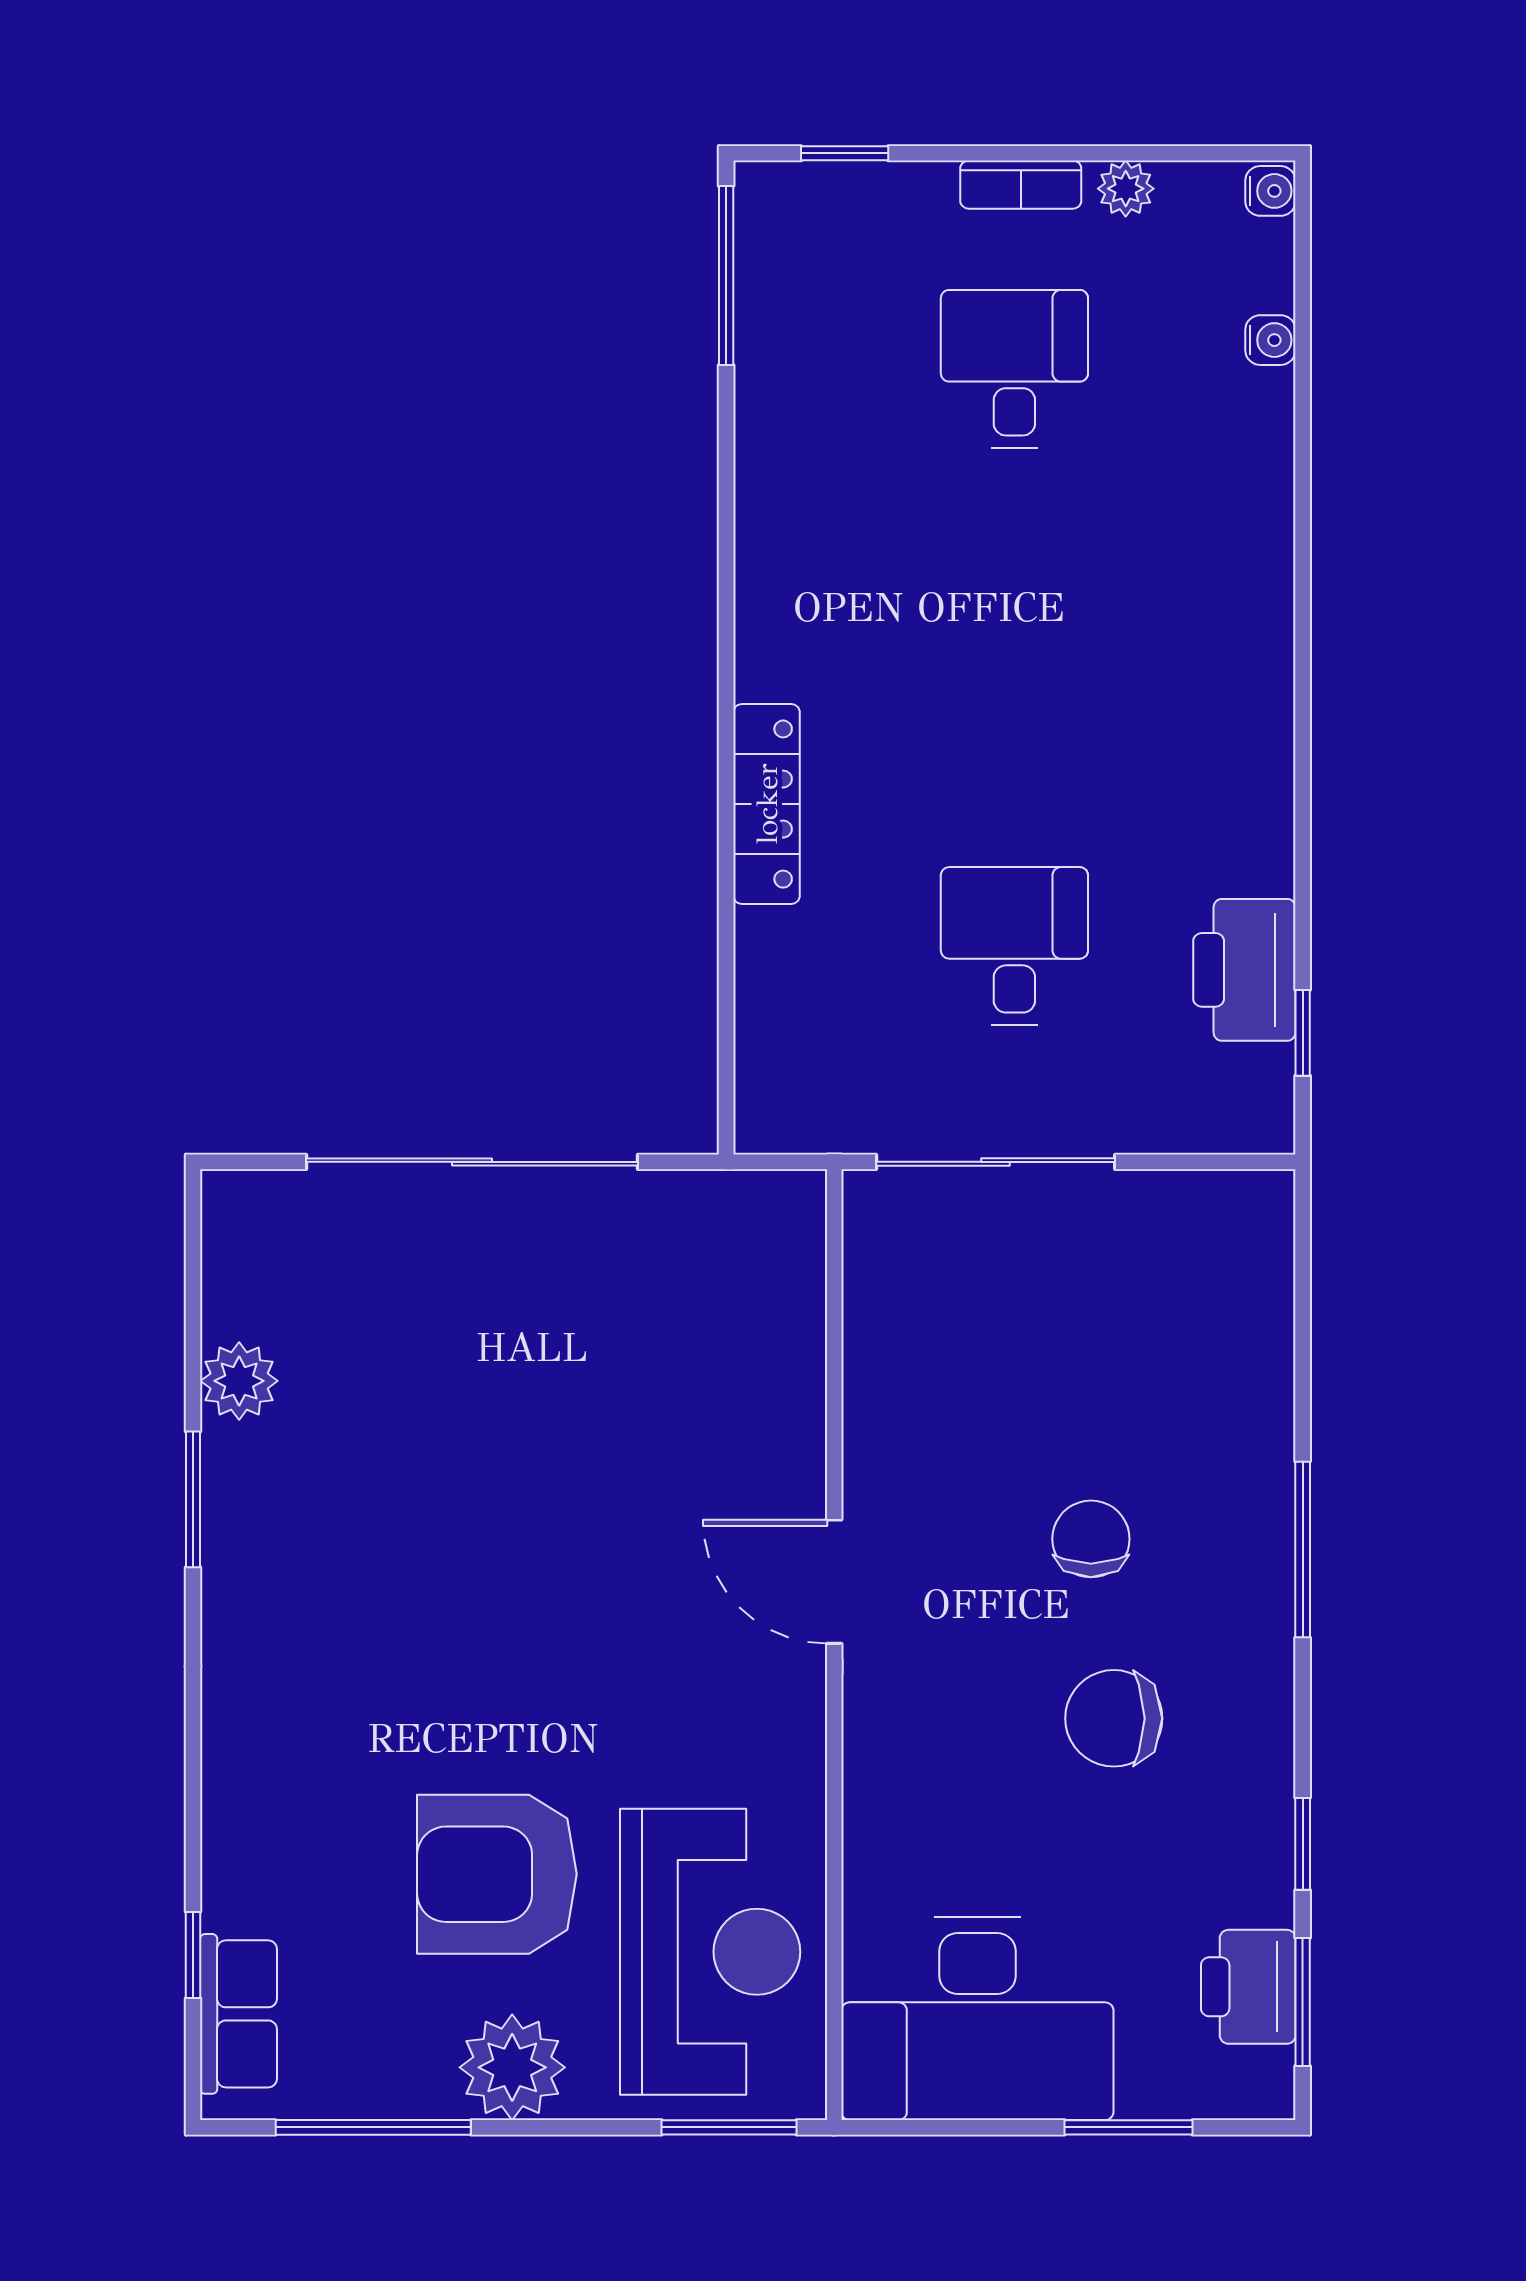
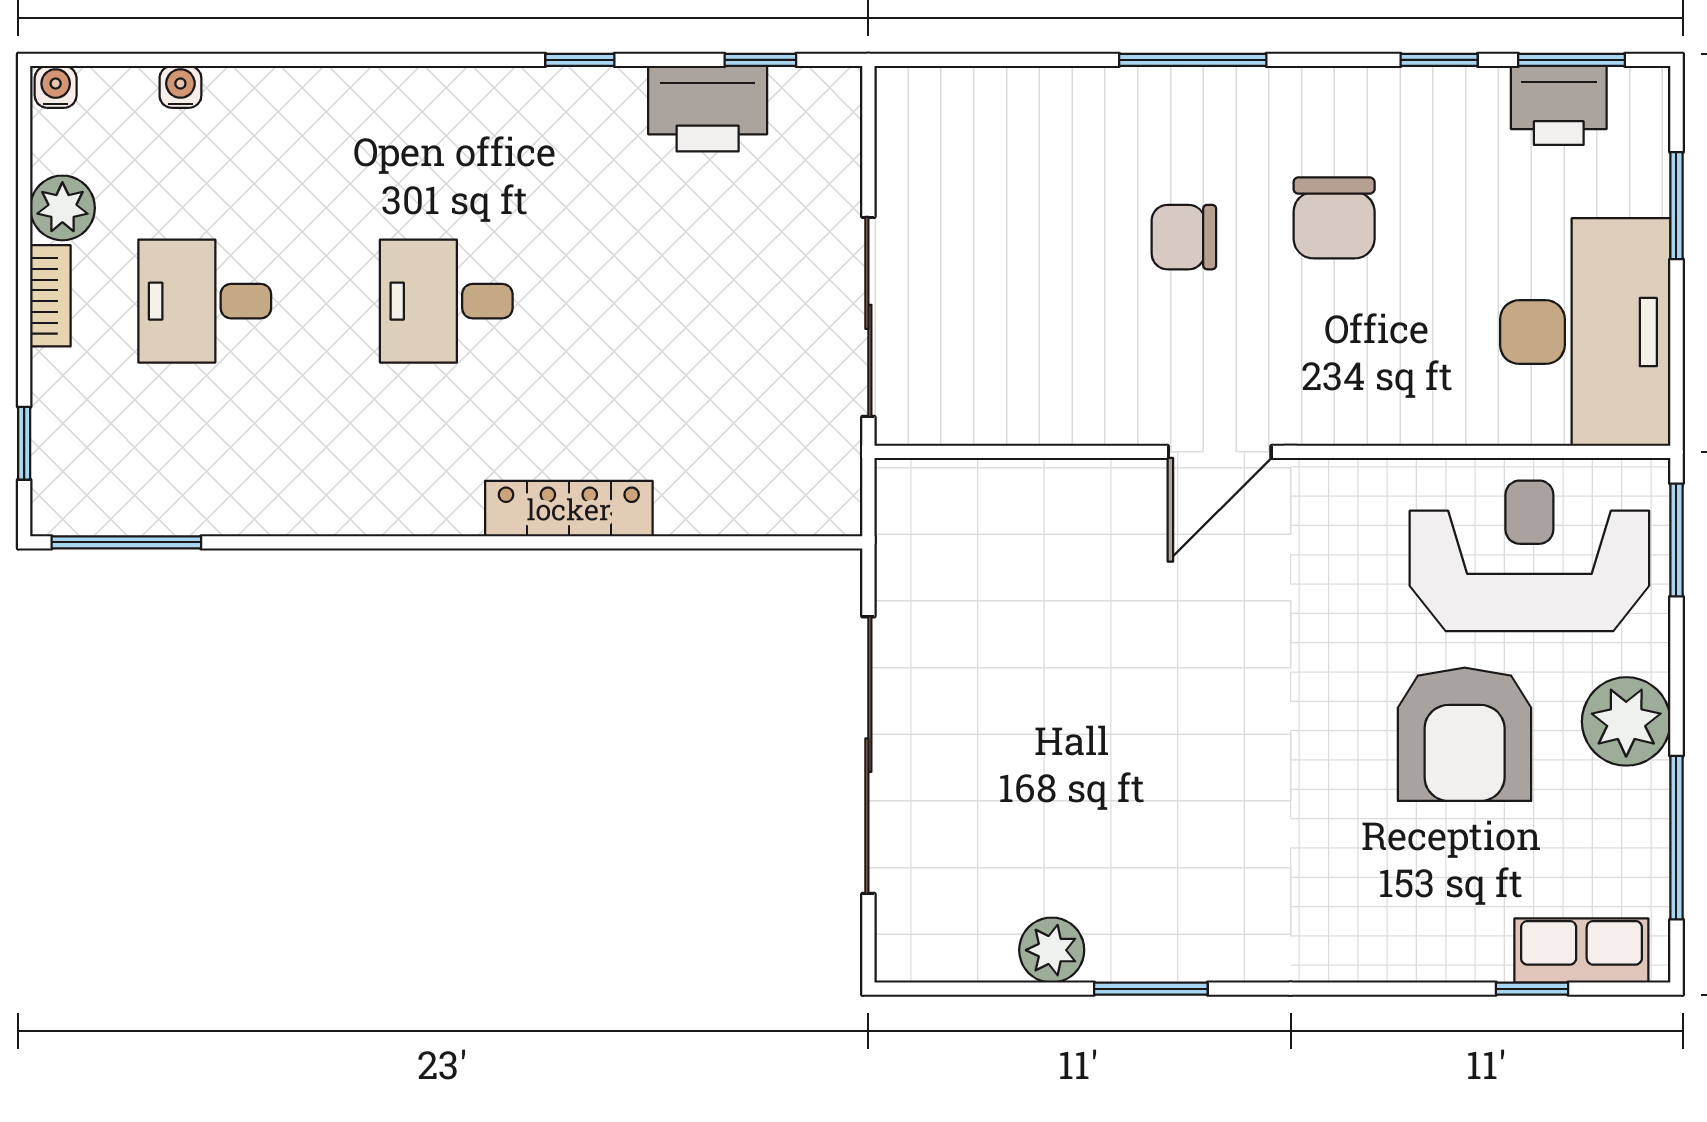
plant: (1126, 189) -> (62, 208), width x1.38, depth x1.38
window: (1303, 817) -> (580, 60), added
desk: (1014, 946) -> (446, 301), moved

